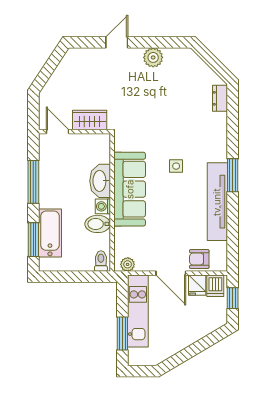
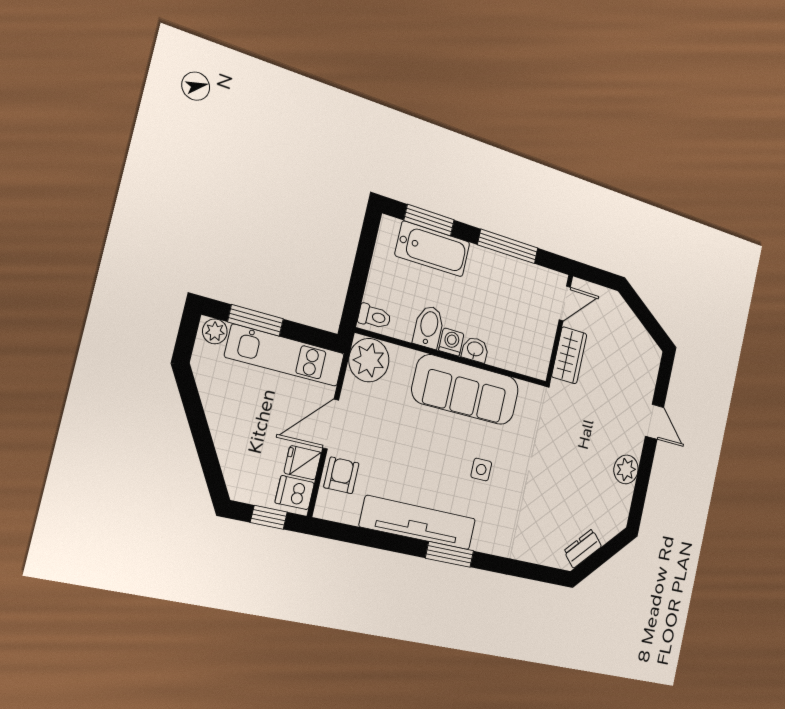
dresser: (220, 98) -> (583, 549), moved, turned -45
washbasin: (100, 181) -> (475, 350), width x0.52, depth x0.69
plant: (128, 264) -> (369, 360), width x1.88, depth x1.88
plant: (135, 356) -> (215, 331), added

